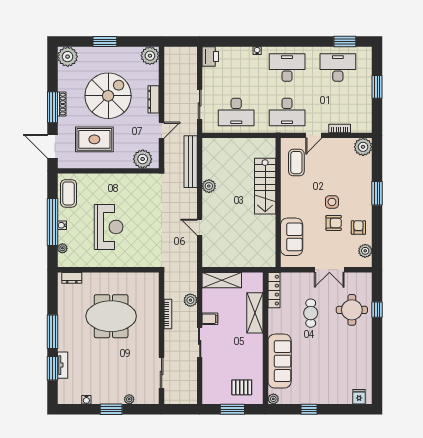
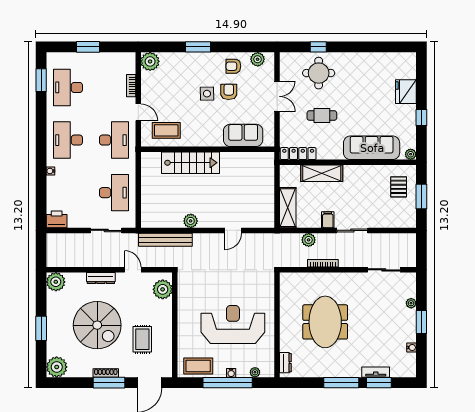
spiral stairs: (108, 96) -> (97, 325), turned 180
rug: (94, 139) -> (142, 339), width x0.73, depth x0.70
reception desk: (109, 227) -> (233, 325), width x1.36, depth x1.30
fridge: (359, 397) -> (406, 92), moved, width x1.88, depth x1.34

